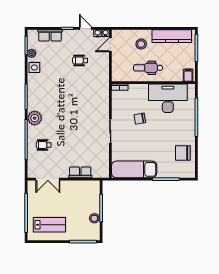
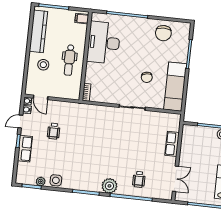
row of seats: (50, 35) -> (25, 149), moved
chair: (140, 119) -> (147, 77), moved

